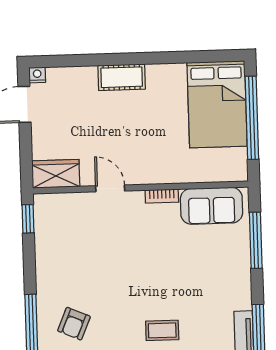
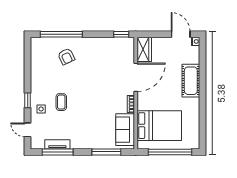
cot: (122, 77) -> (191, 81), width x1.37, depth x1.34
bed: (217, 104) -> (159, 126), moved, turned 180
door: (110, 188) -> (136, 77), width x1.87
armchair: (74, 324) -> (66, 56), turned -138

